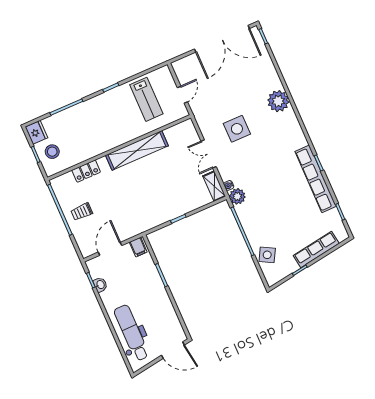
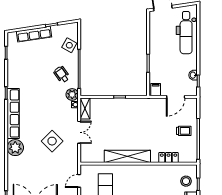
side table: (237, 129) -> (52, 141), turned 45
row of seats: (316, 179) -> (13, 113), moved
wheelchair: (261, 215) -> (62, 74), added

